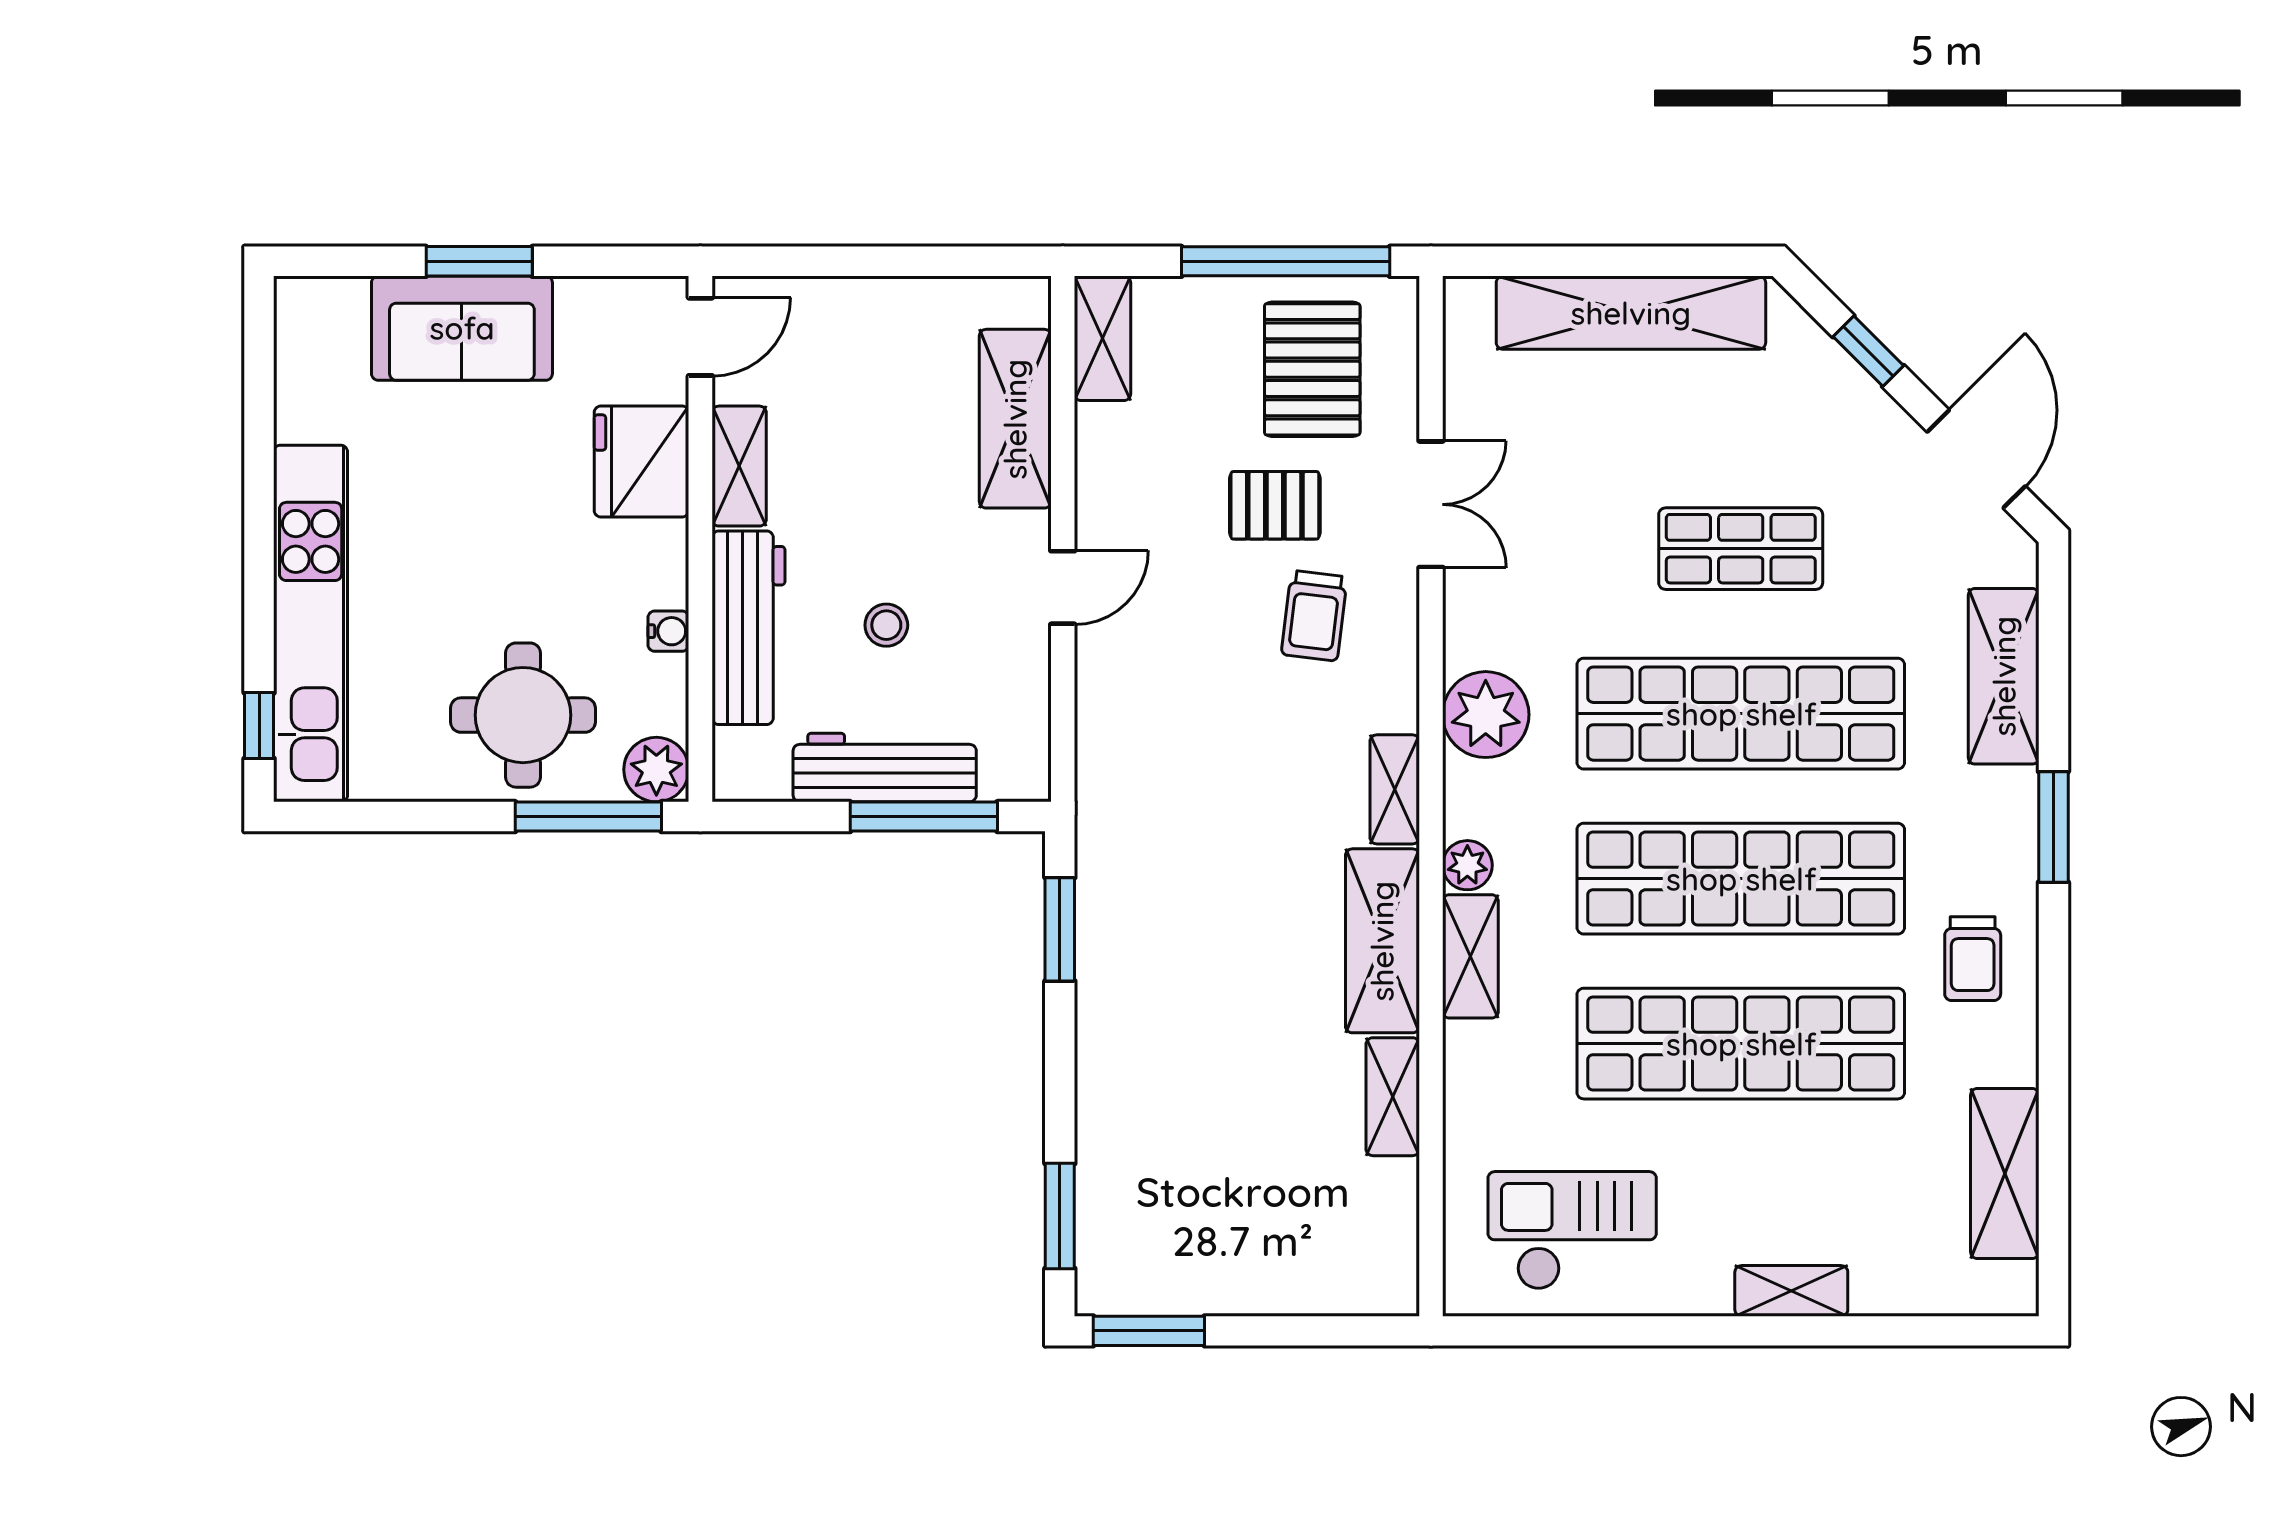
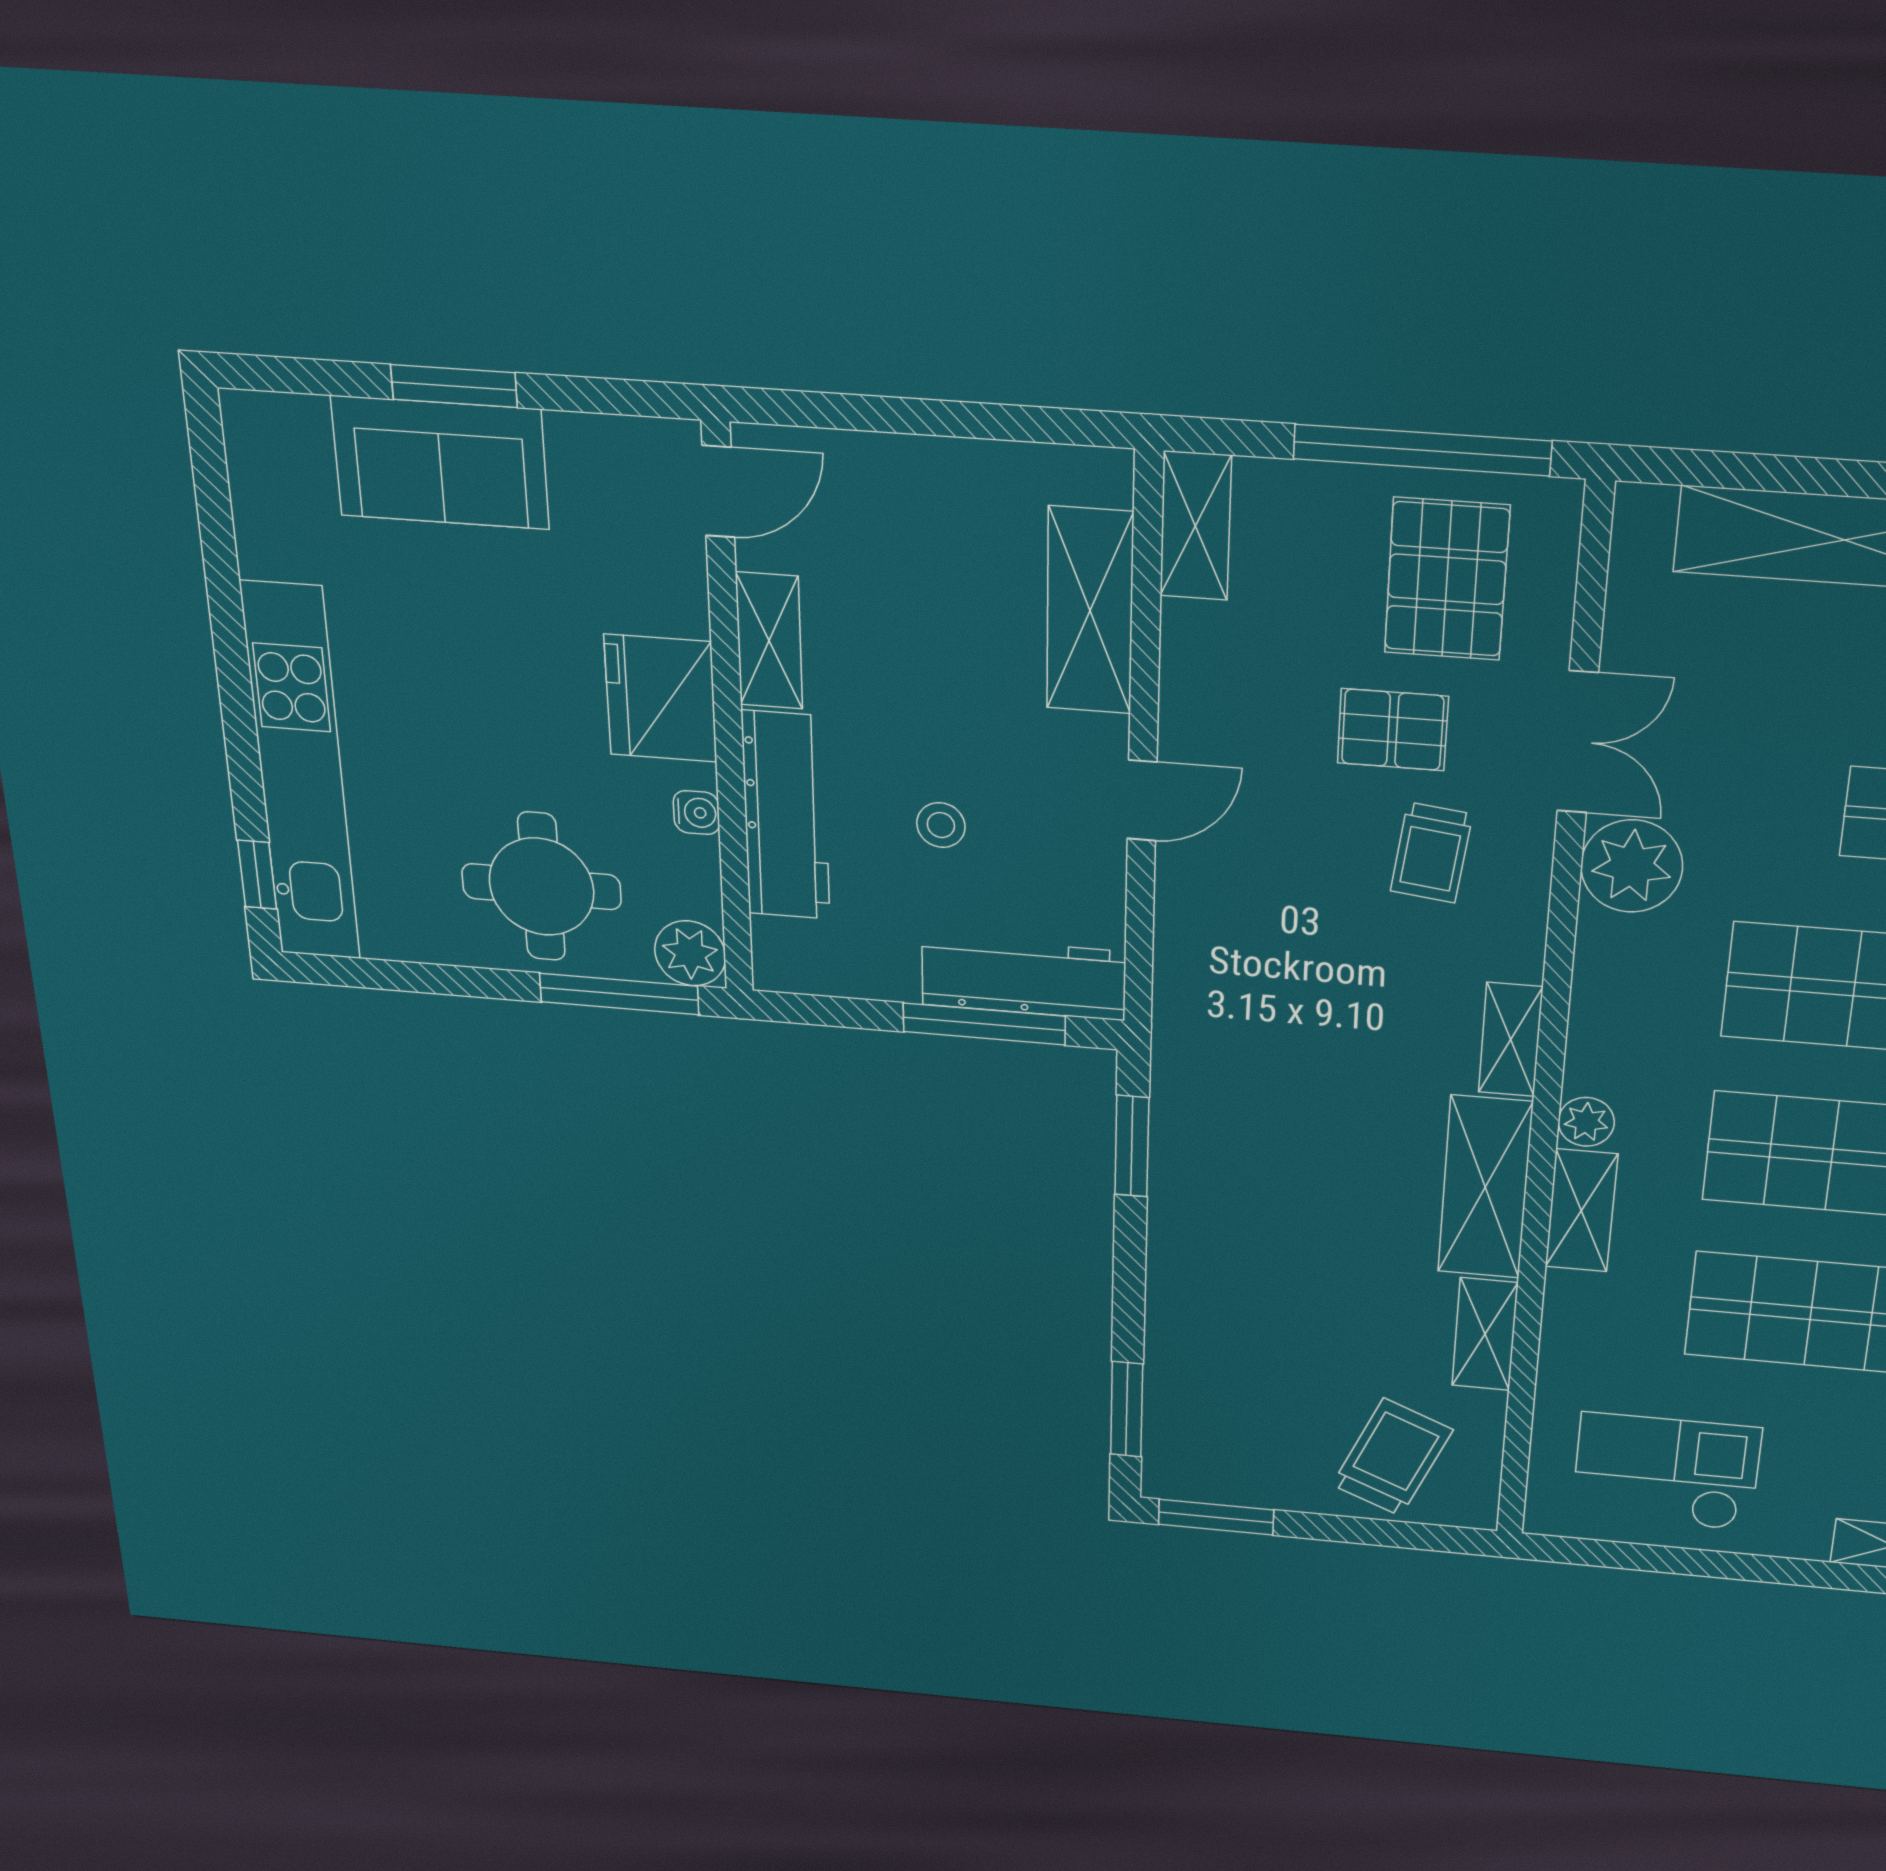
fridge: (642, 462) -> (661, 698), moved
plant: (1486, 715) -> (1632, 866), moved
workbench: (885, 768) -> (1024, 978), moved
trolley: (1315, 1243) -> (1392, 1457), added

